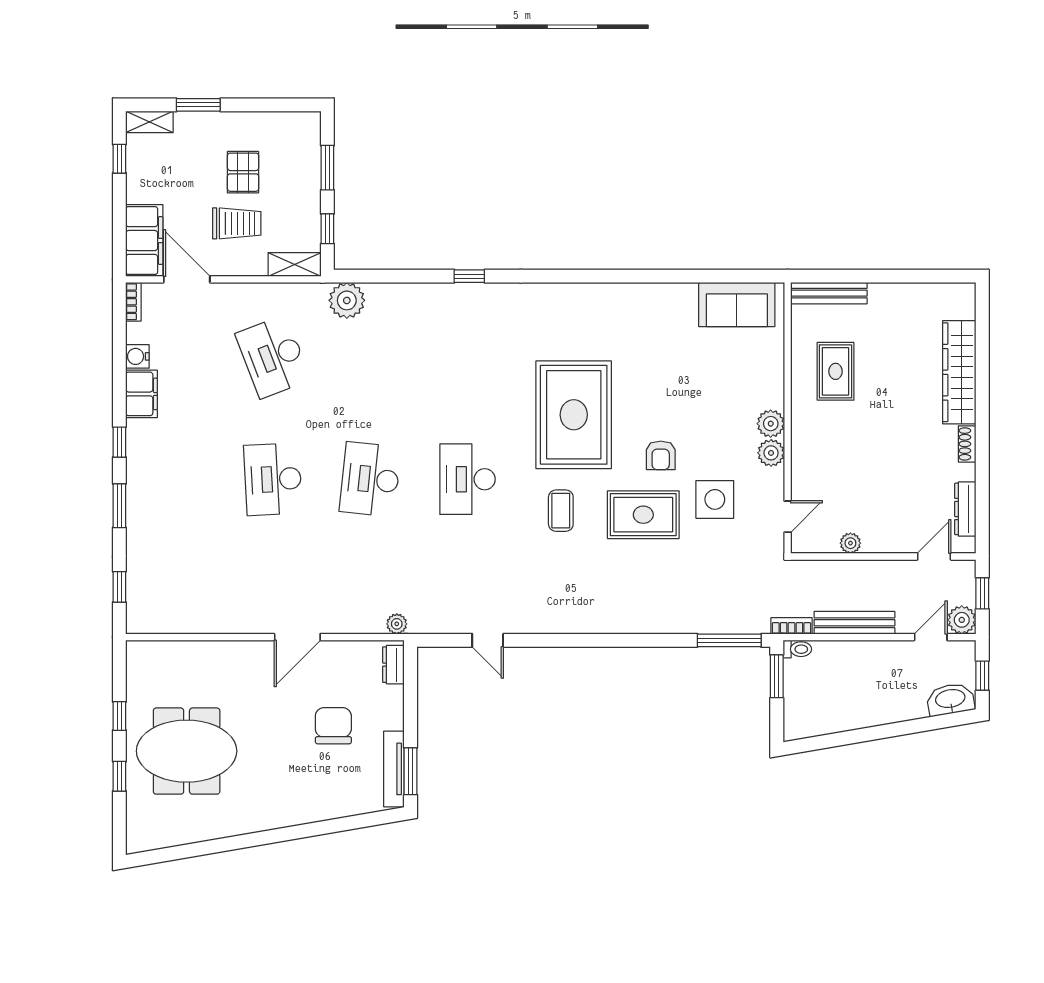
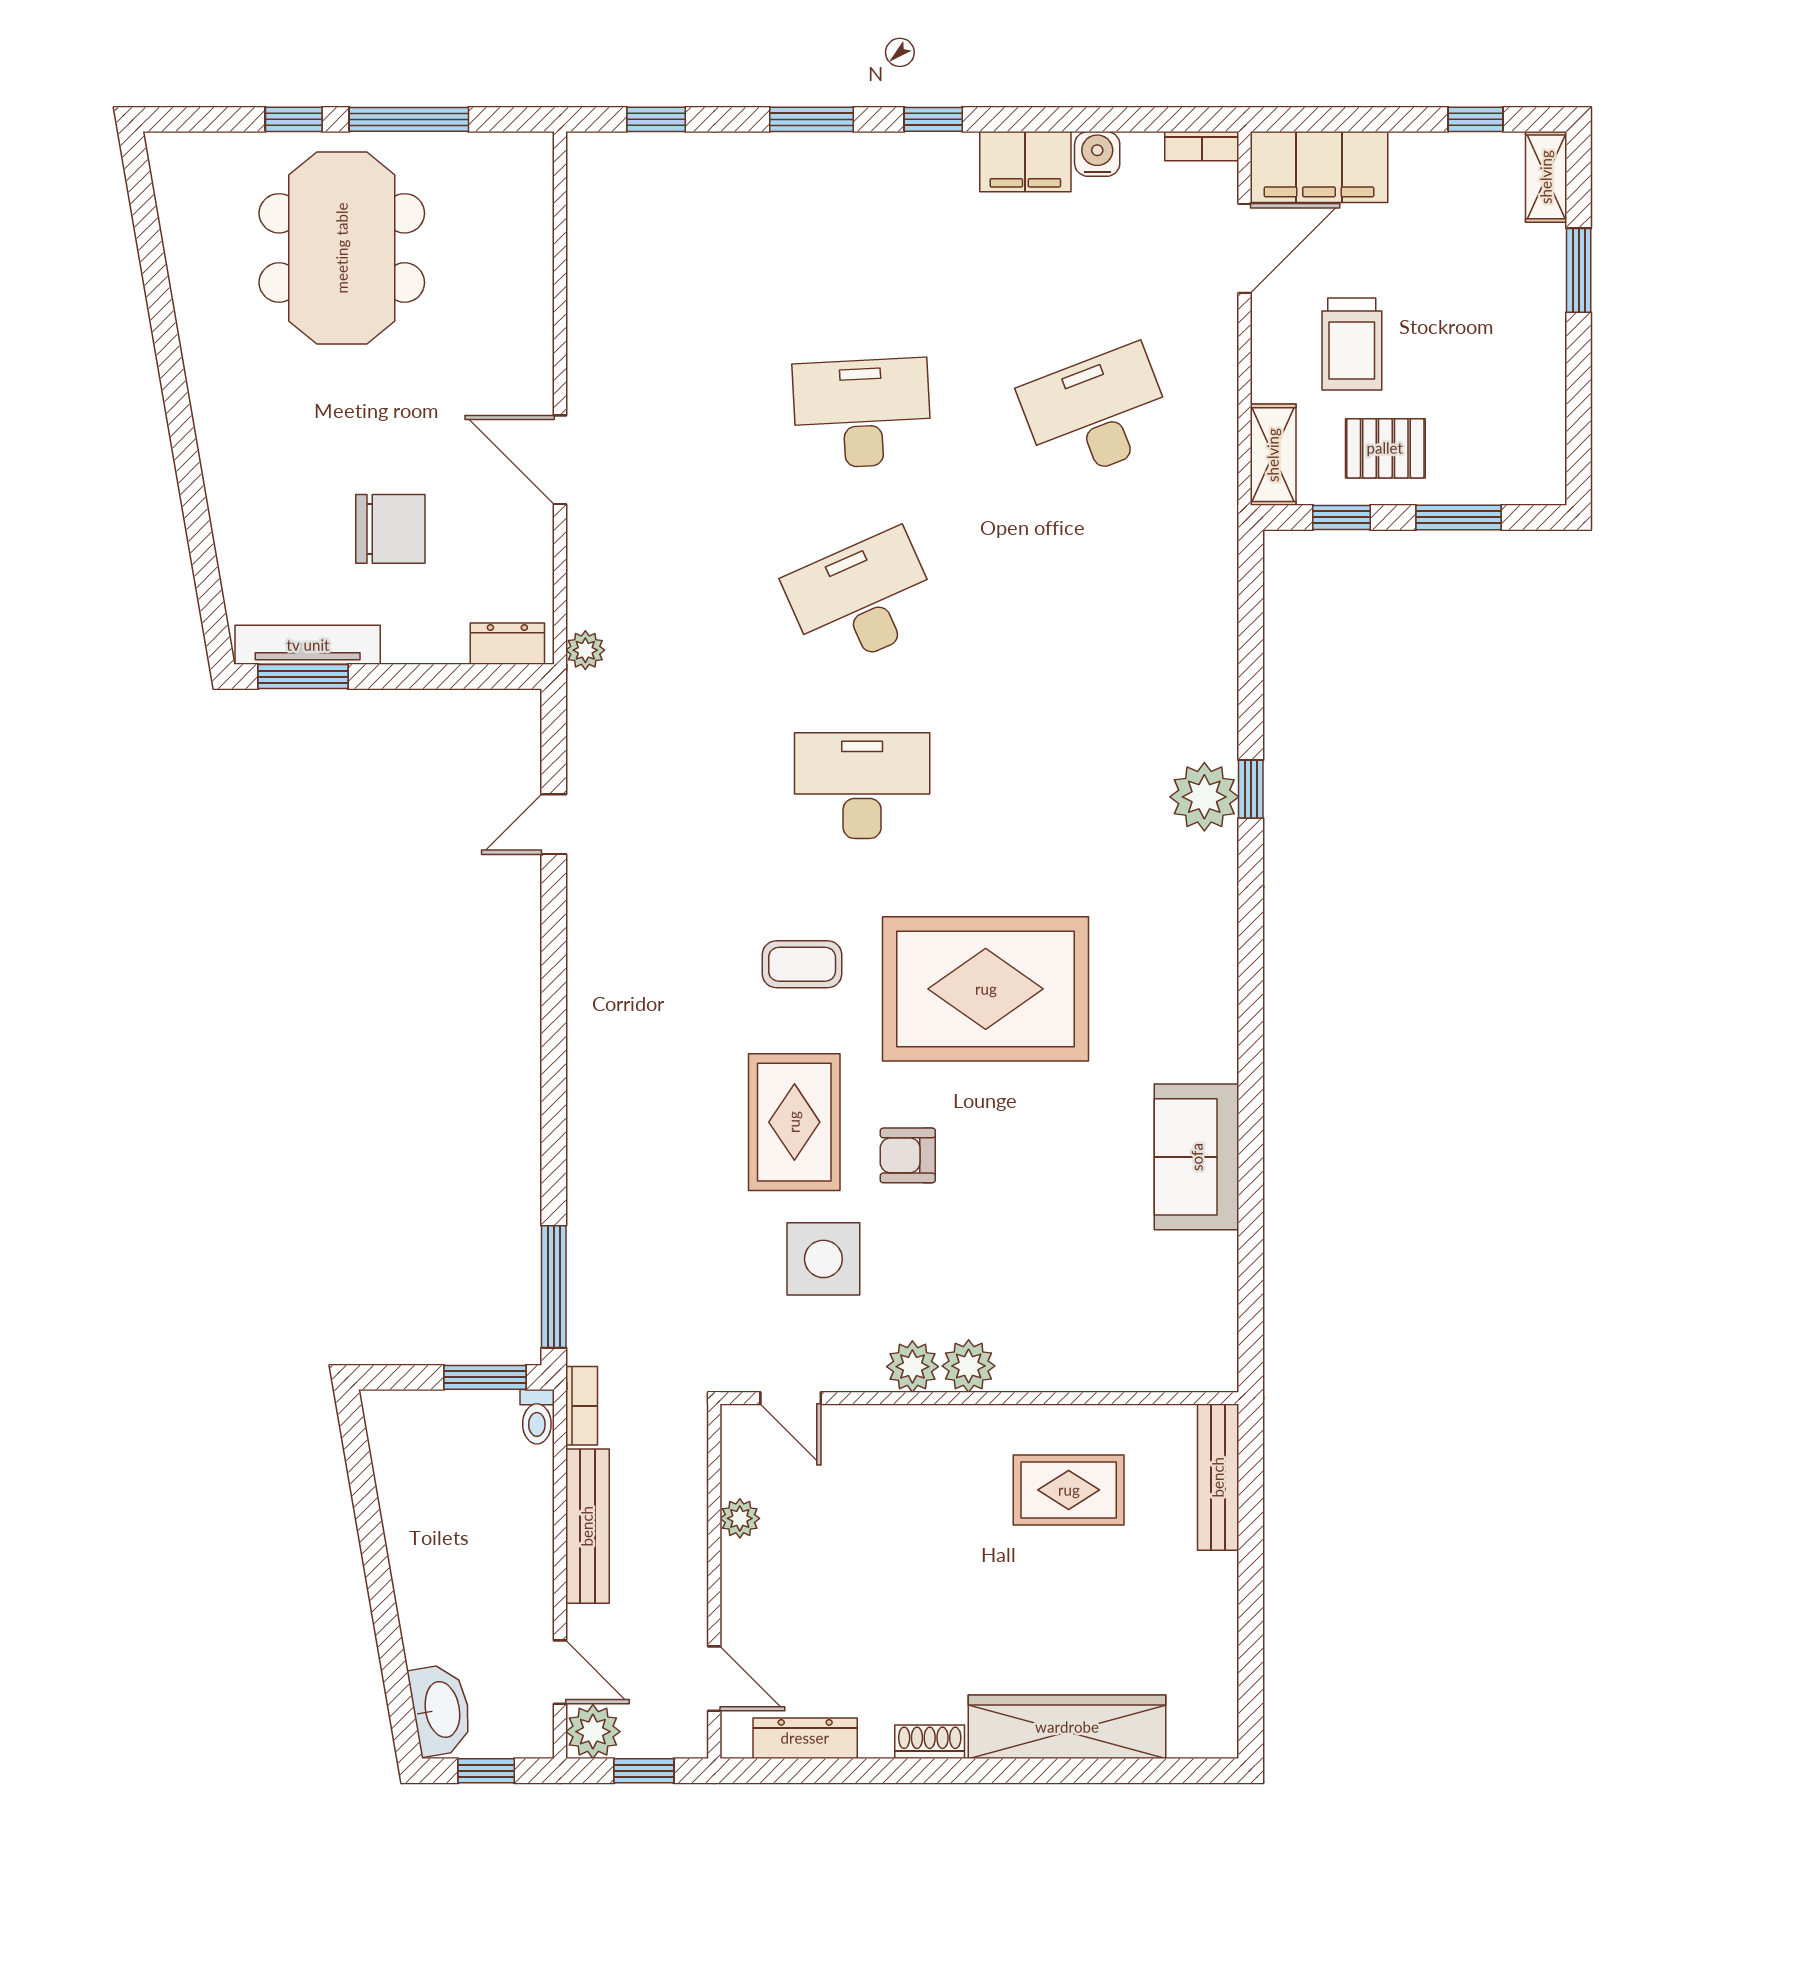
pallet: (243, 172) -> (1385, 448), moved
plant: (347, 300) -> (1204, 797), moved
sofa: (737, 304) -> (1197, 1157), moved
desk: (370, 479) -> (862, 599), turned -30
window: (119, 716) -> (409, 119), width x2.17

